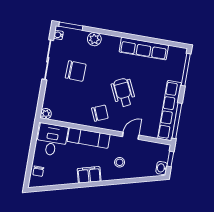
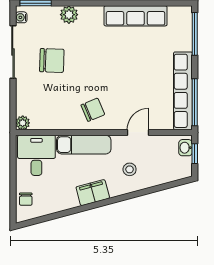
wheelchair: (123, 92) -> (119, 78), removed
washbasin: (162, 168) -> (186, 148), moved

